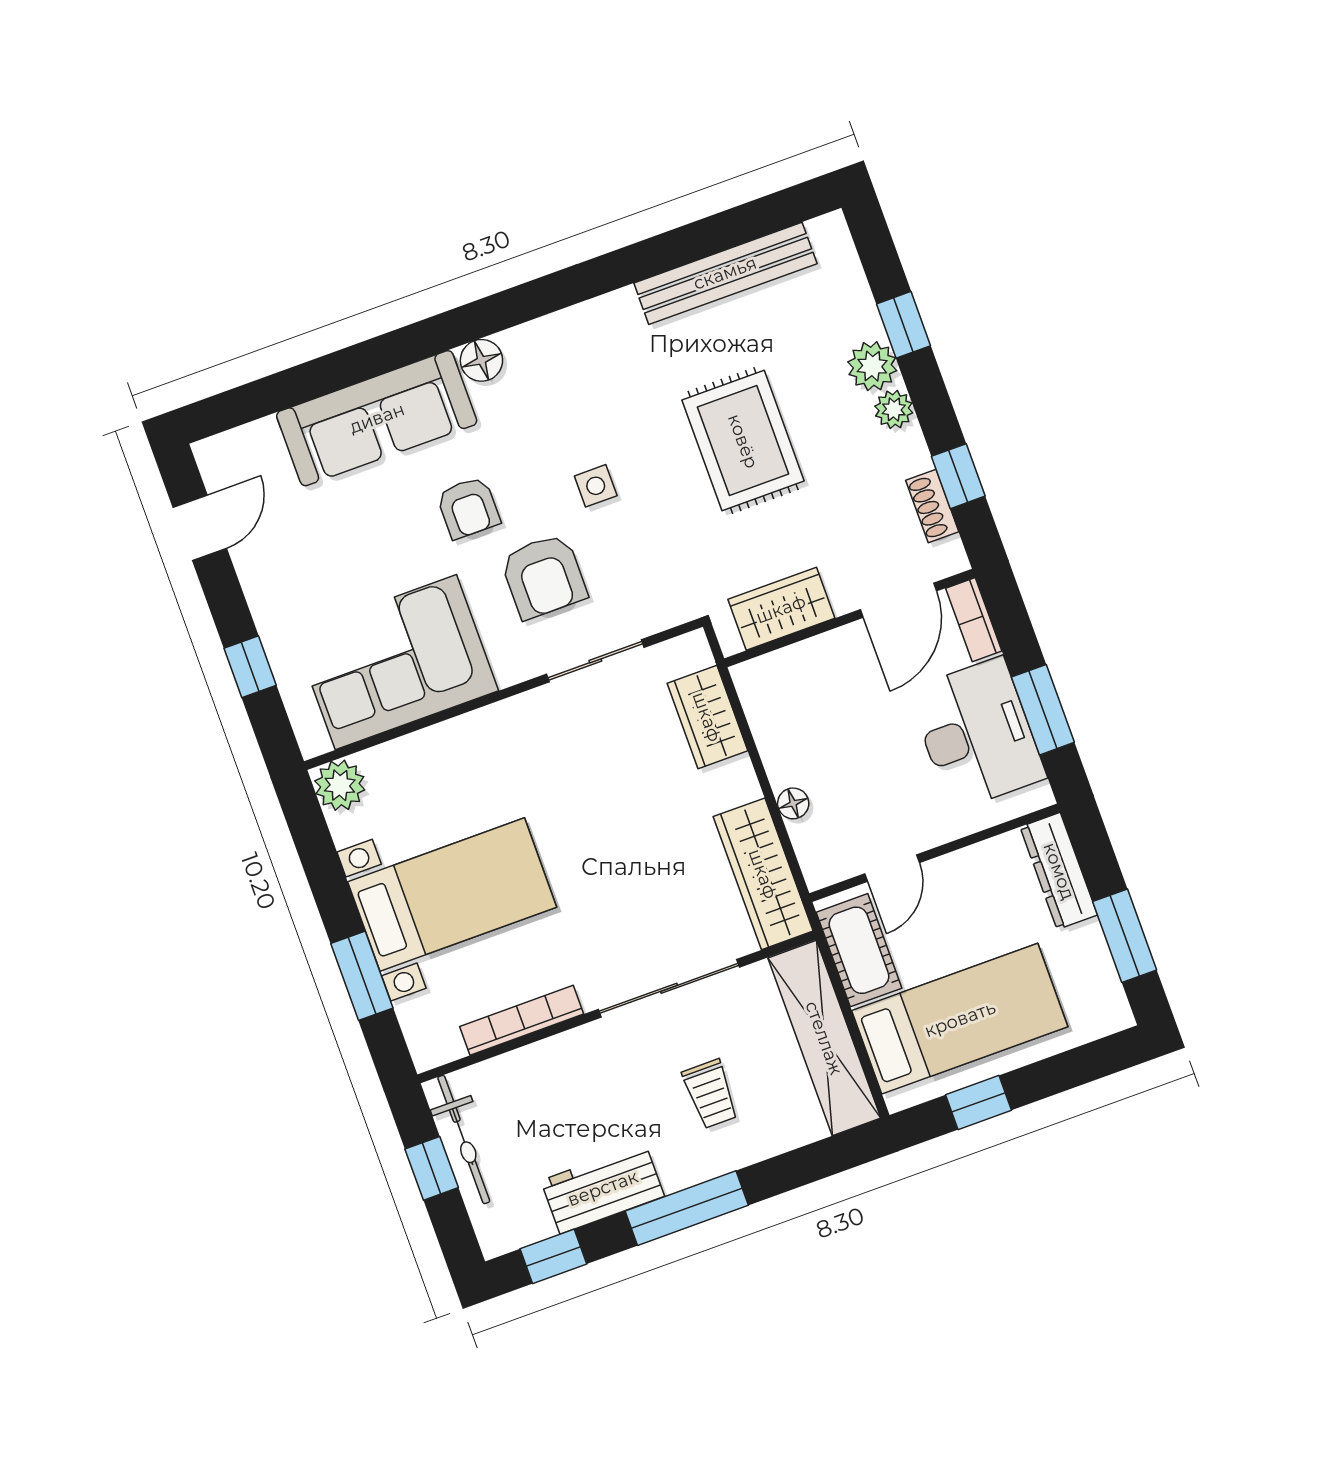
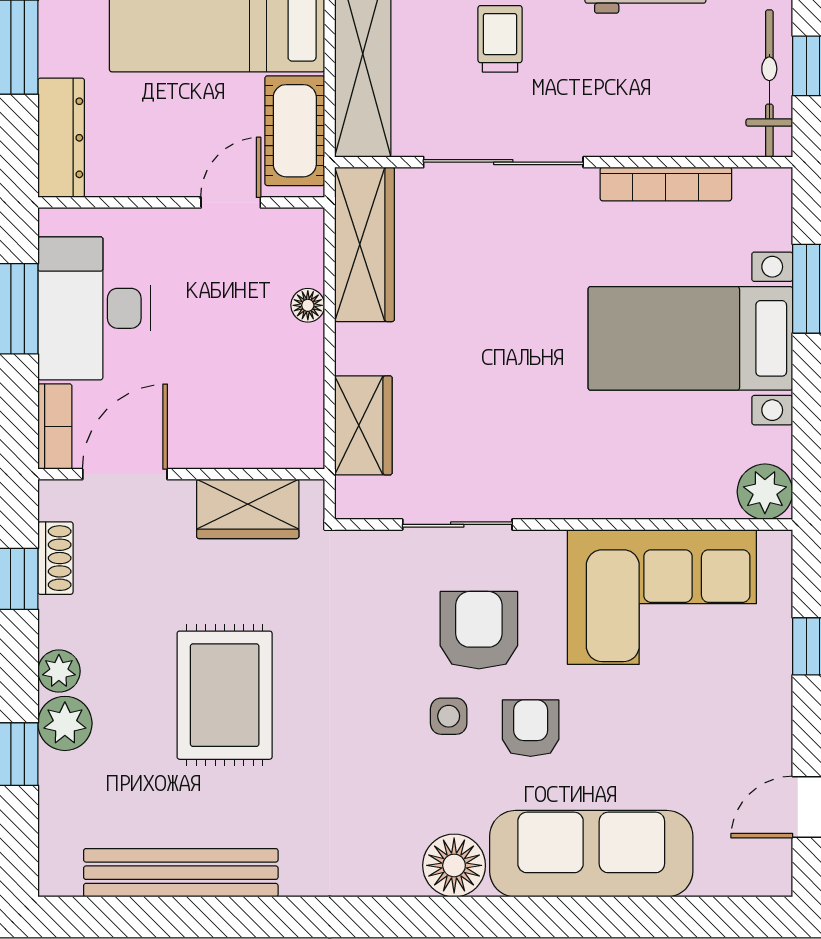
floor lamp: (481, 360) -> (454, 865), width x1.38, depth x1.38
side table: (596, 486) -> (449, 716), moved

